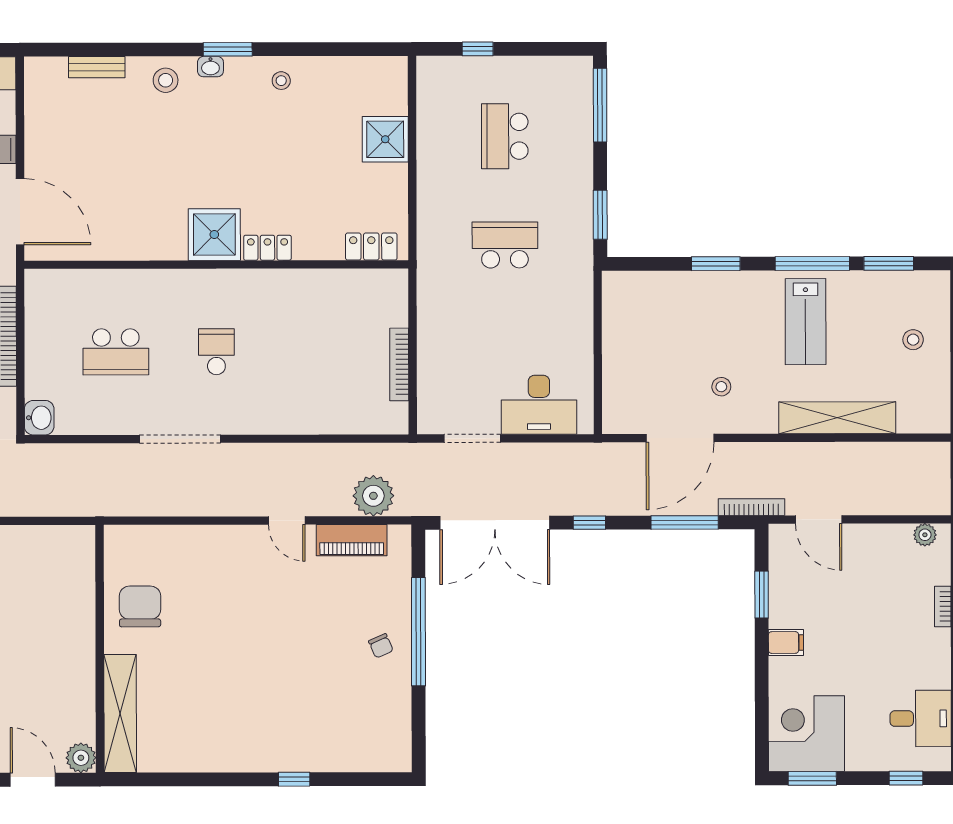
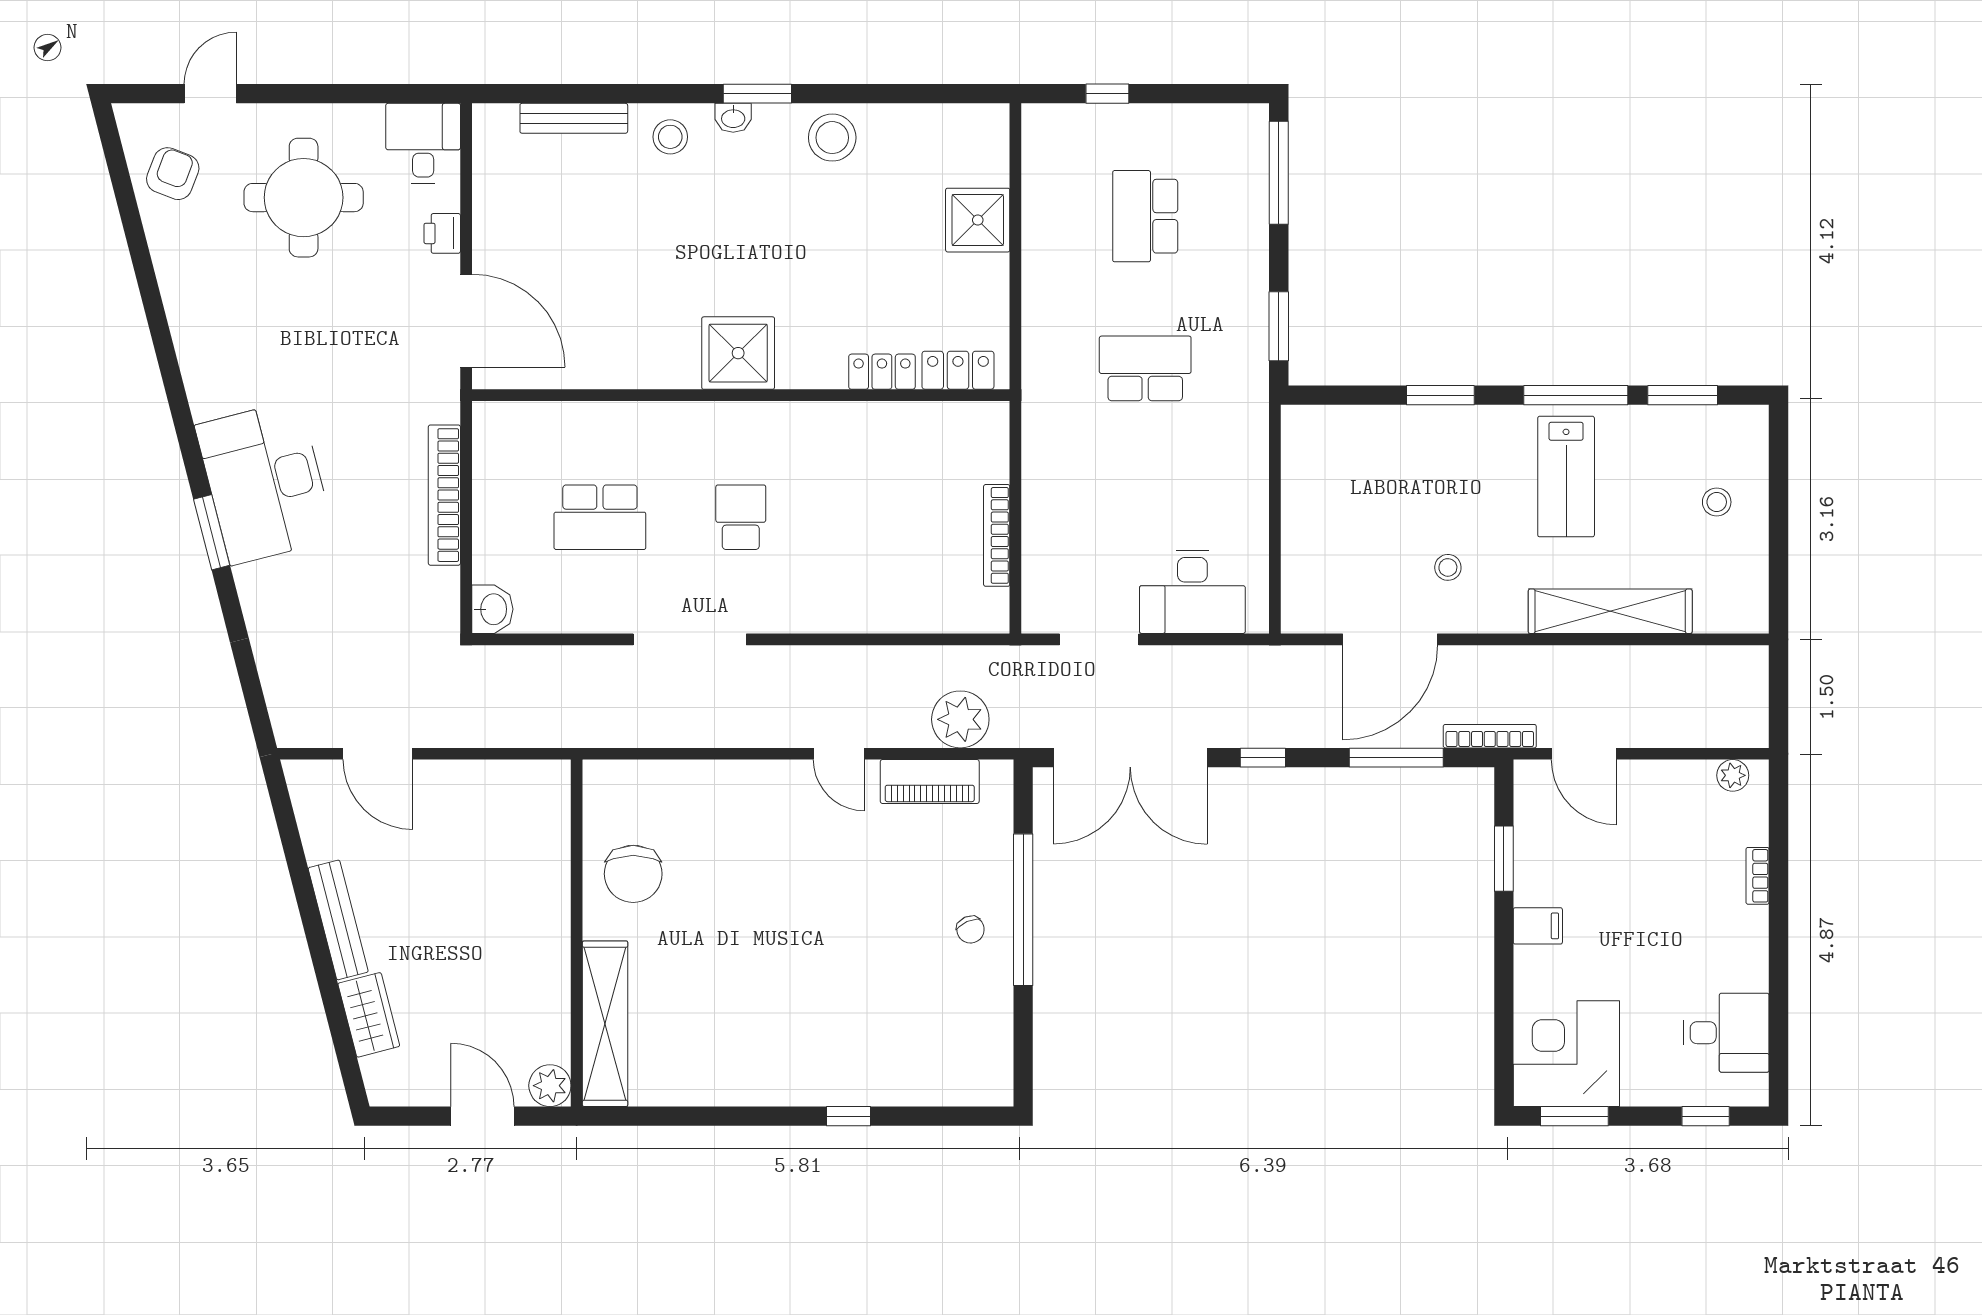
bench: (97, 67) -> (574, 118), width x1.36
stool: (281, 81) -> (832, 138), width x1.89, depth x1.89
locker: (267, 248) -> (882, 372), moved
chair: (140, 606) -> (633, 874), turned 180

